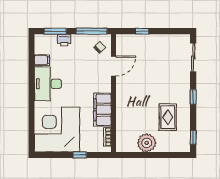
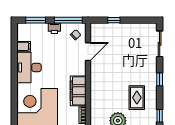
printer: (64, 40) -> (54, 28), moved

